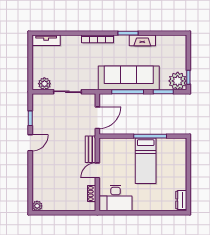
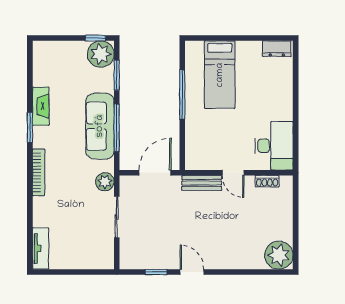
sofa: (129, 78) -> (100, 126), width x0.74, depth x0.79
plant: (44, 84) -> (105, 182), moved
door: (97, 118) -> (155, 173), hinge flipped
bed: (146, 161) -> (220, 75), moved, turned 90
plant: (37, 206) -> (279, 255), width x1.87, depth x1.87

